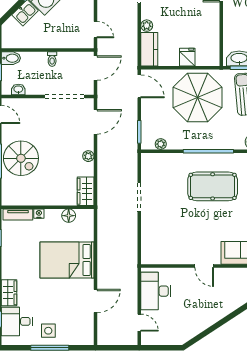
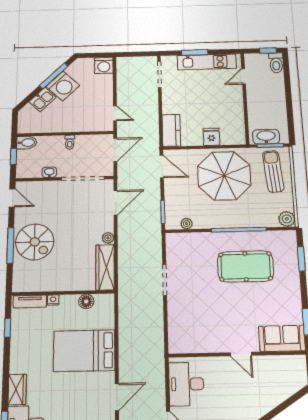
plant: (147, 26) -> (168, 108), removed
washbasin: (18, 89) -> (49, 172), moved
wardrobe: (86, 191) -> (105, 267), width x1.50

